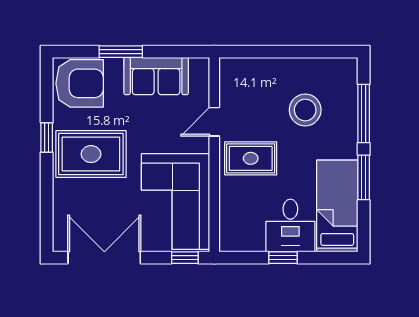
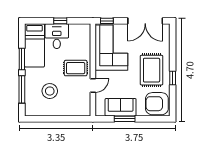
window: (121, 52) -> (125, 119), moved
rug: (91, 154) -> (152, 70), turned 90

